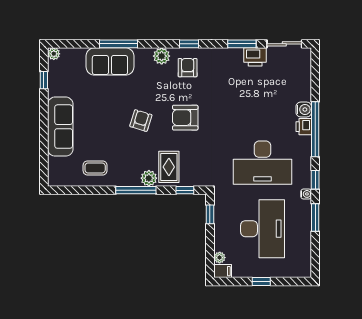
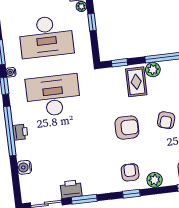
armchair: (188, 68) -> (130, 172), turned 180
water cooler: (304, 110) -> (24, 167), moved
window: (210, 214) -> (92, 22), moved
desk: (263, 229) -> (46, 37), turned -90

